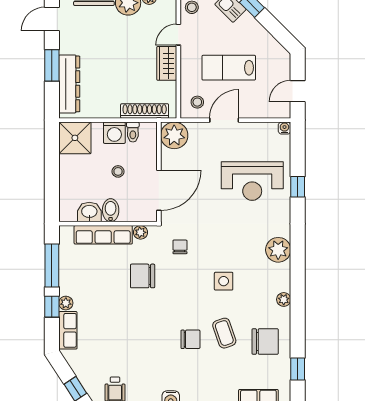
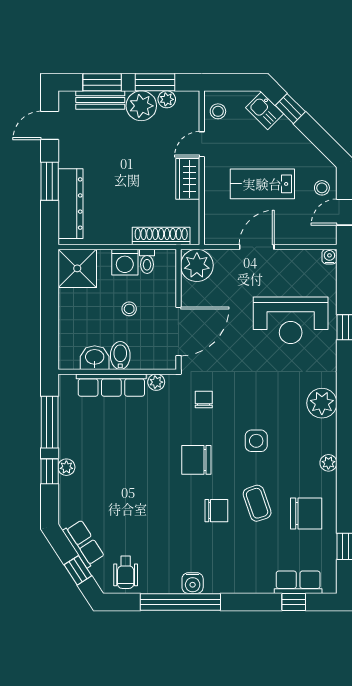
stool: (197, 102) -> (322, 188), moved
chair: (143, 276) -> (196, 460), moved
row of seats: (68, 330) -> (84, 544), moved, turned -33

